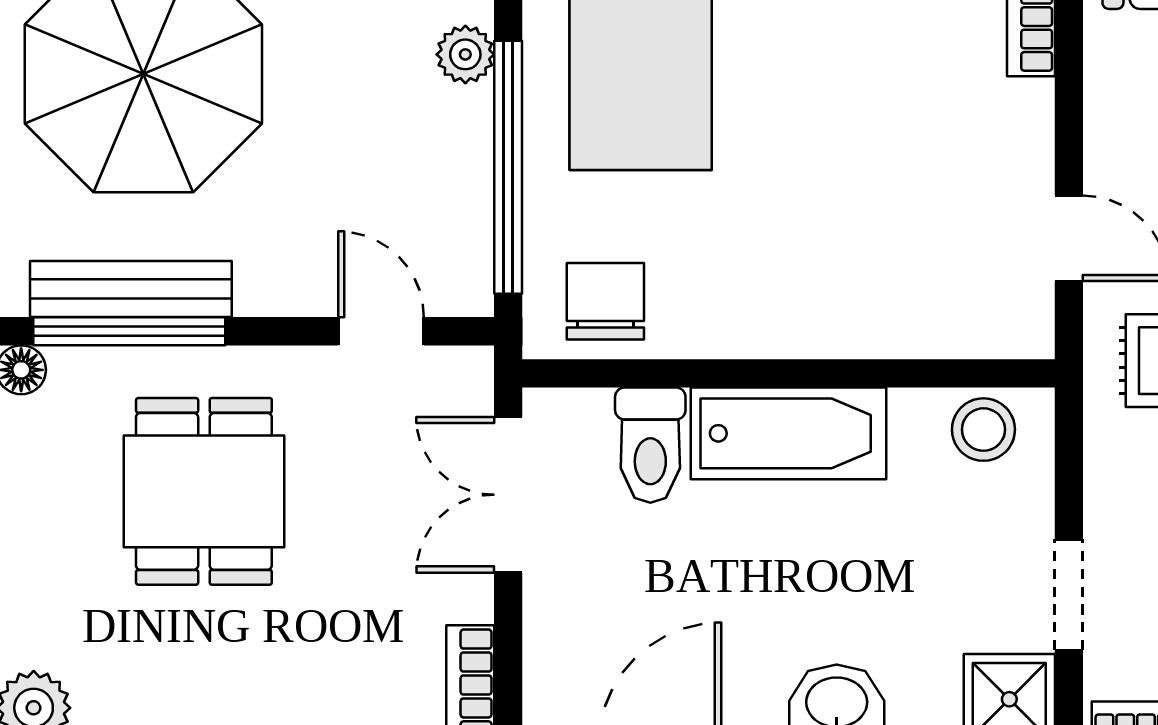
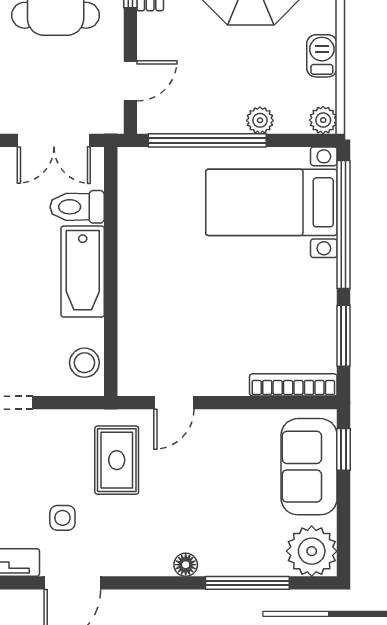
chair: (605, 301) -> (144, 186), removed
double door: (508, 495) -> (54, 140), swing flipped

